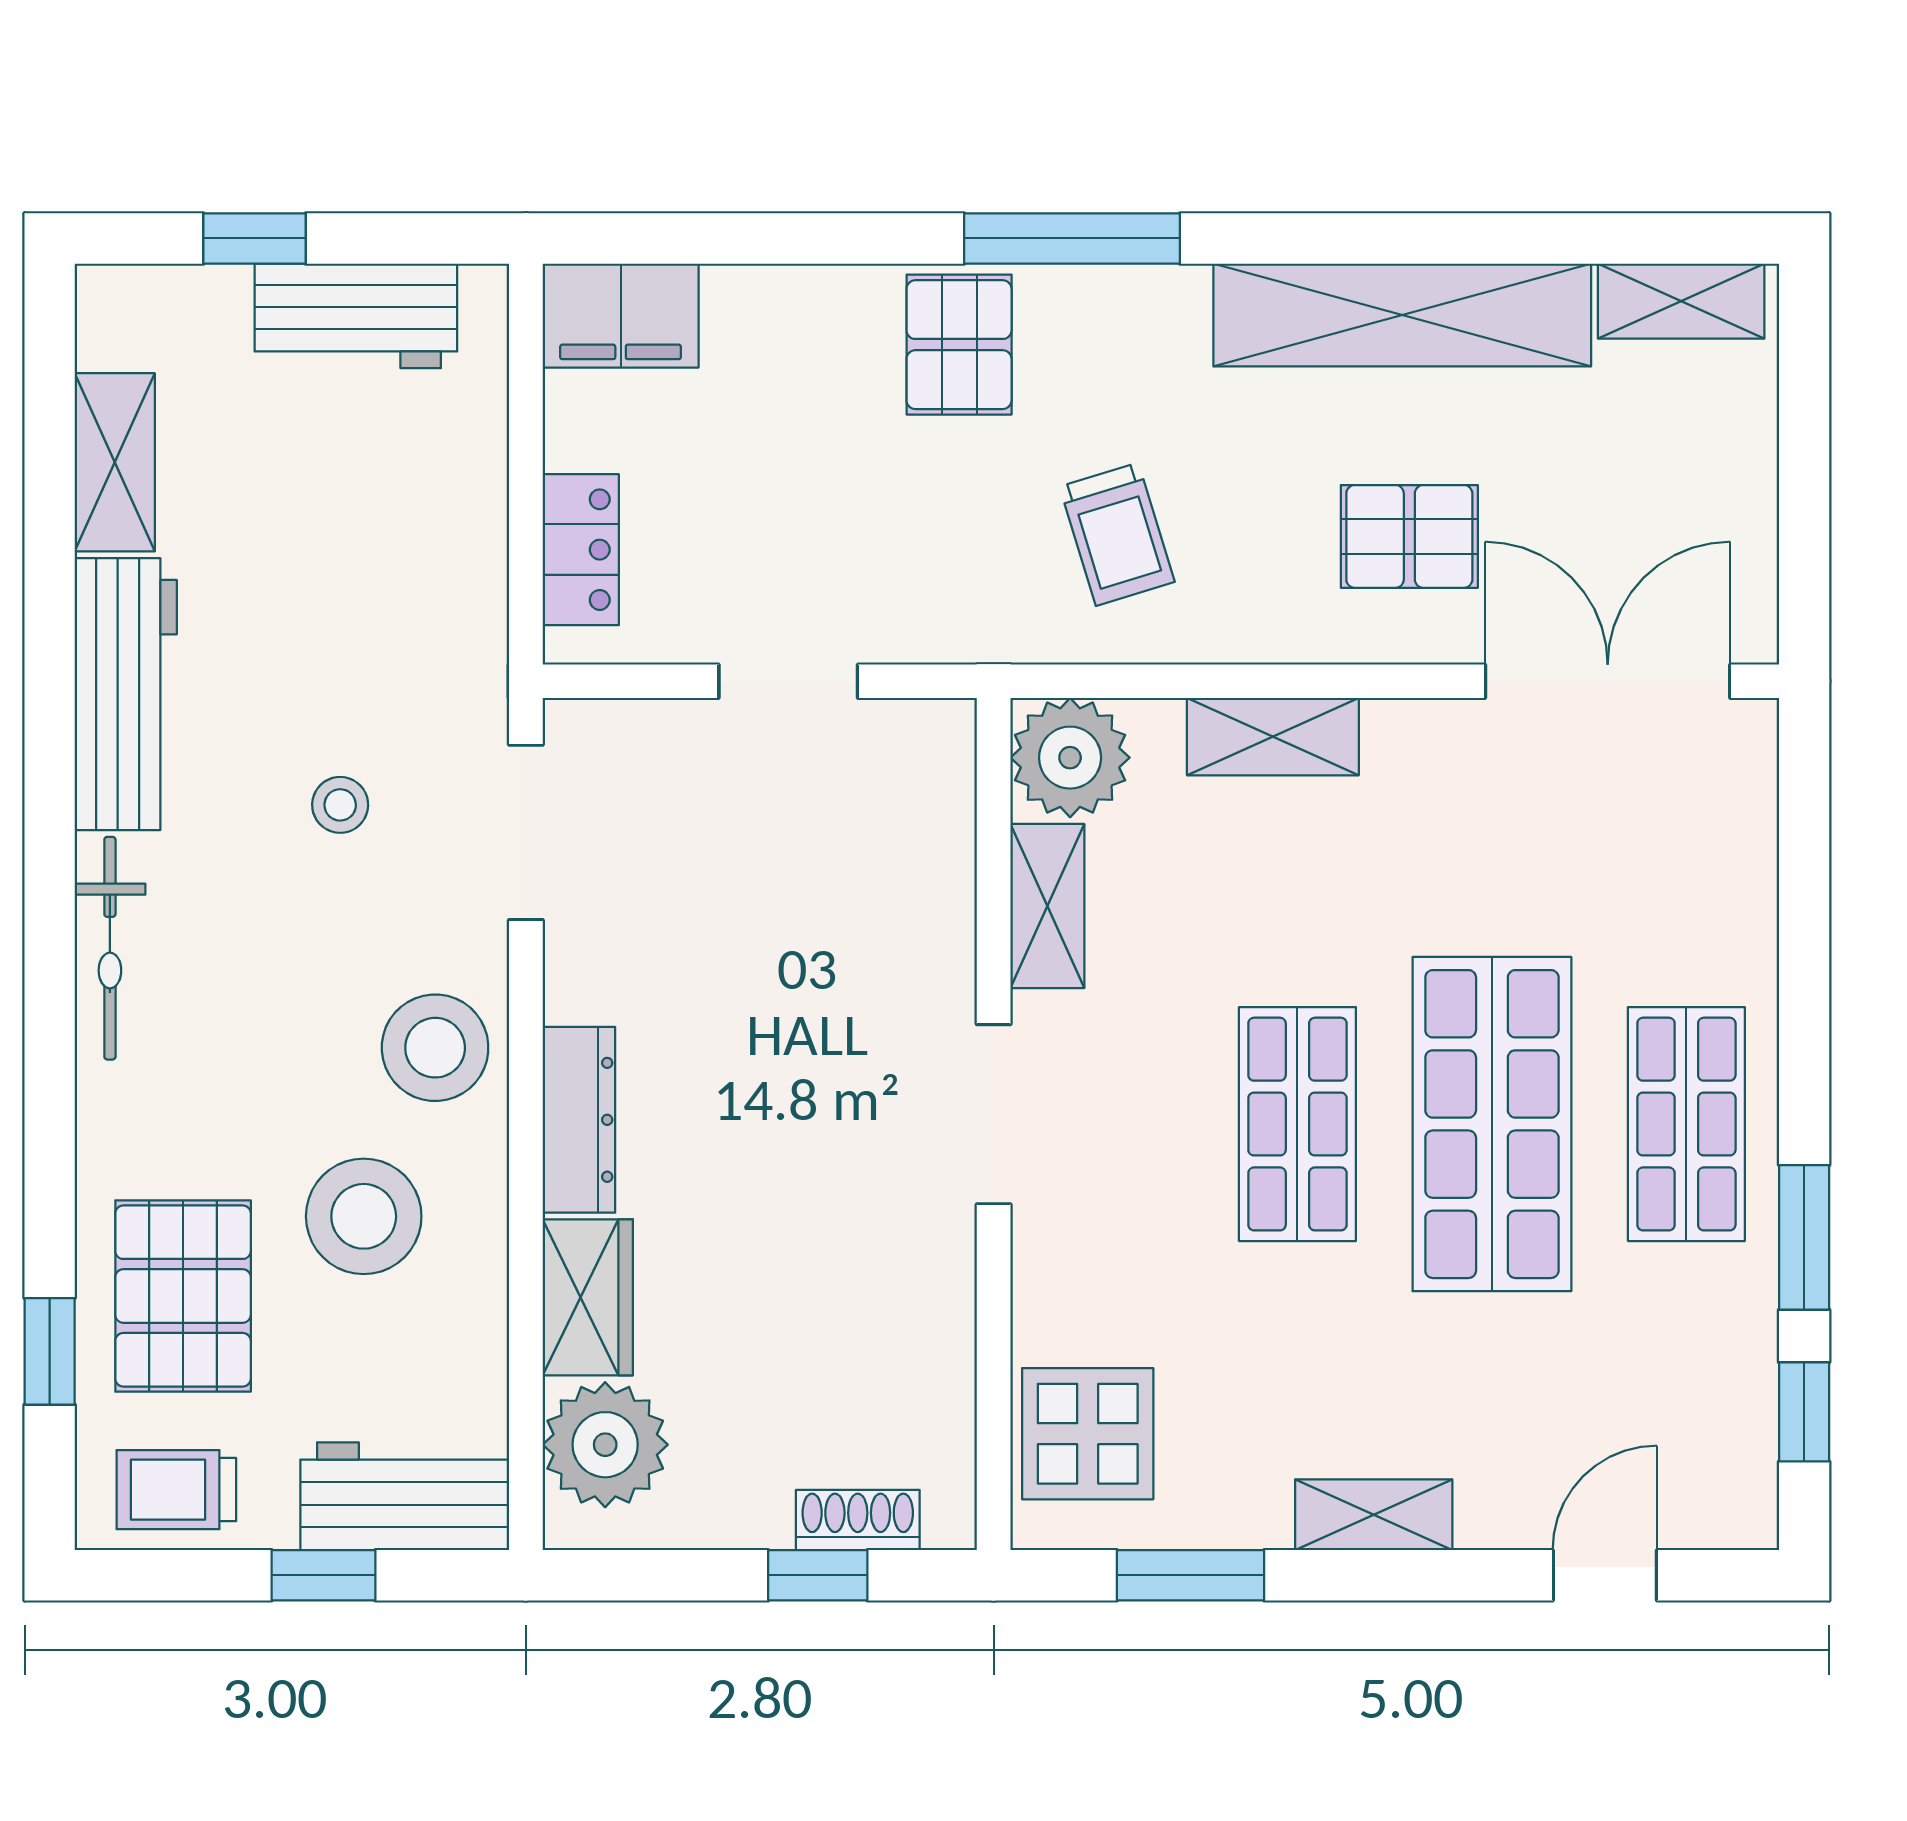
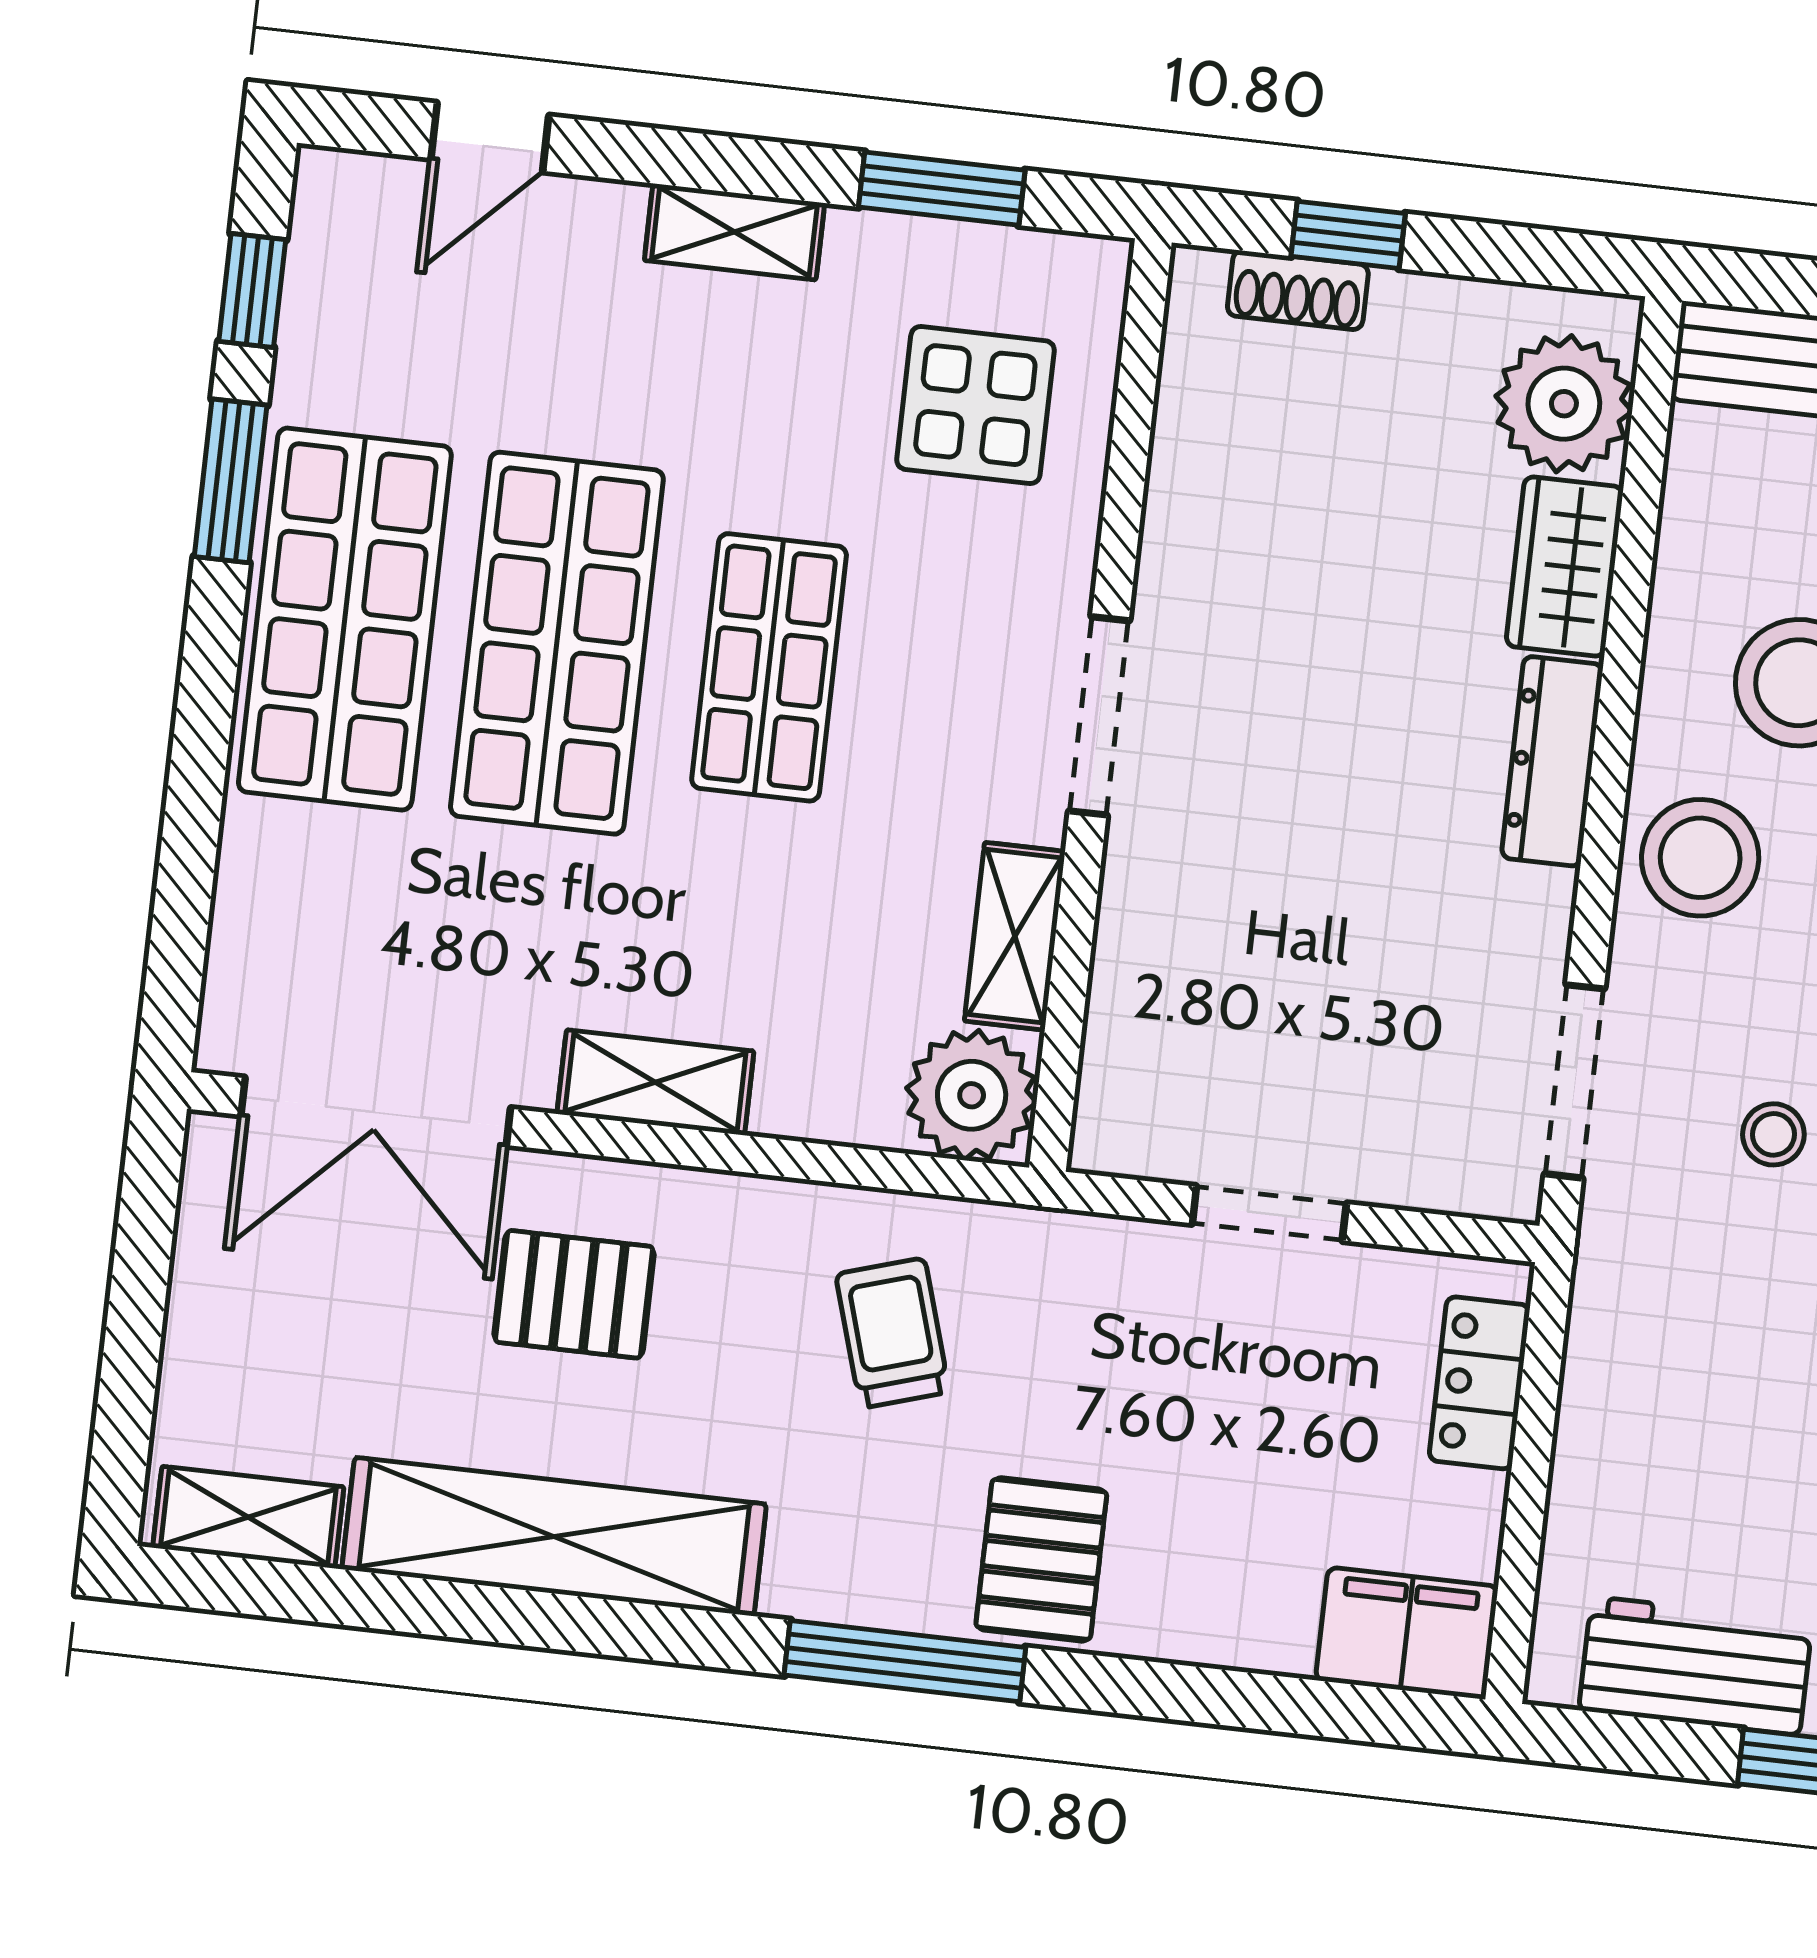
shelving: (1273, 737) -> (655, 1082), moved
shop shelf: (1686, 1124) -> (345, 619), width x1.43, depth x1.36
display table: (1088, 1434) -> (975, 405), moved

